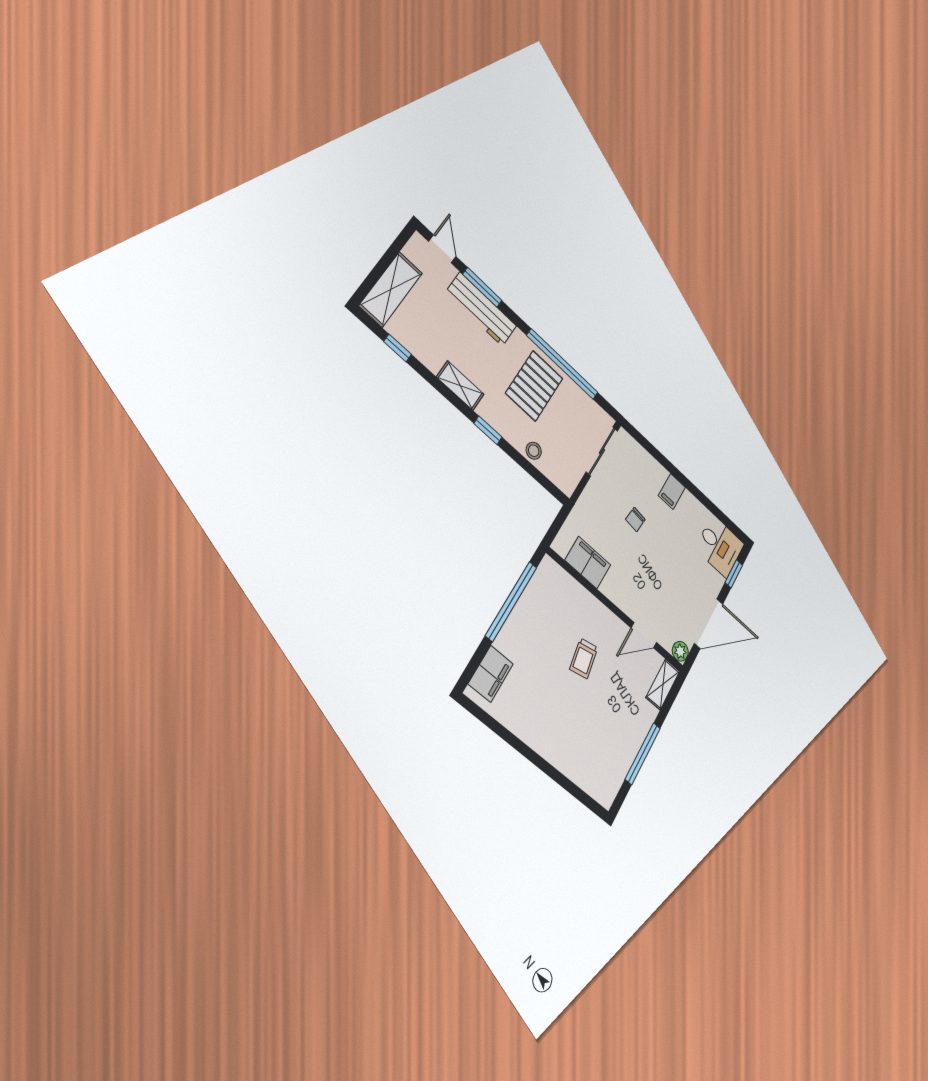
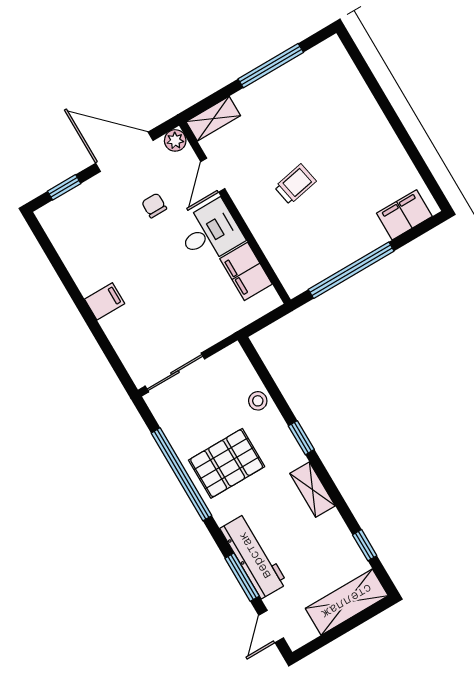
chair: (635, 519) -> (154, 205), moved, turned -96
desk: (720, 546) -> (210, 232), moved, turned 90
door: (644, 635) -> (213, 175), swing flipped

